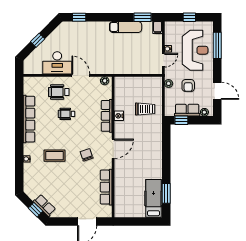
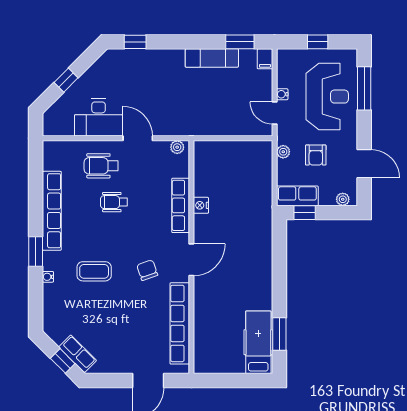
door: (163, 60) -> (275, 113), swing flipped
trolley: (145, 109) -> (244, 194), removed
row of seats: (187, 110) -> (297, 196), moved
window: (19, 144) -> (36, 252), added
row of seats: (106, 187) -> (180, 323), width x1.36

